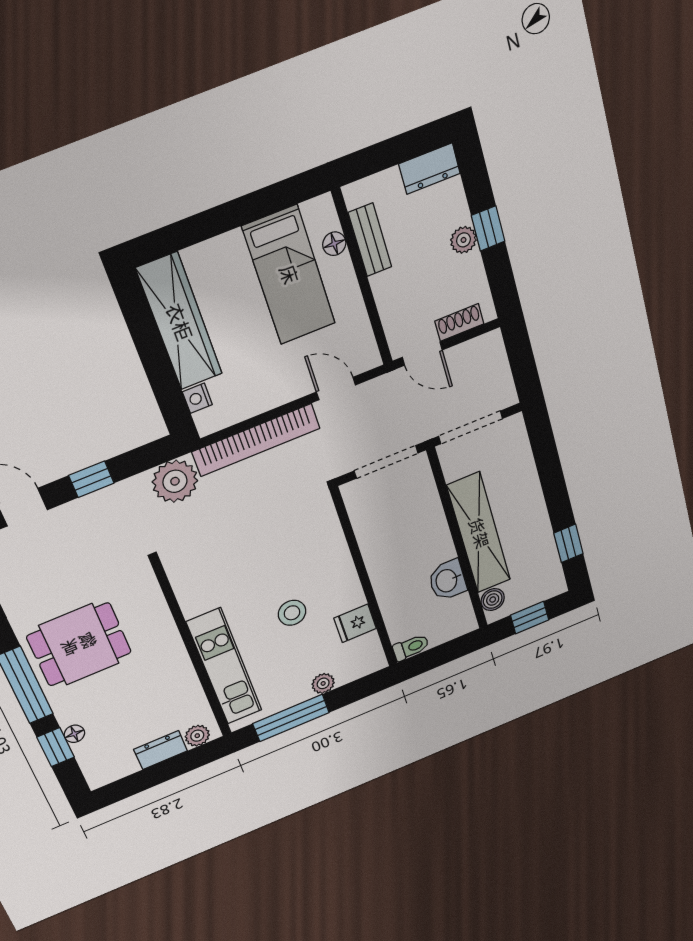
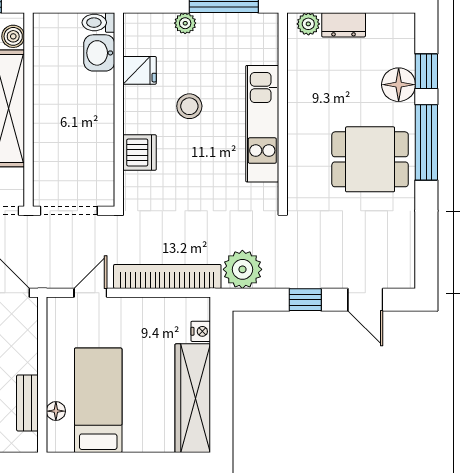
door: (336, 389) -> (90, 293), swing flipped
dishwasher: (329, 549) -> (140, 152), added
washbasin: (447, 580) -> (99, 53), moved, turned 180
kitchen unit: (224, 667) -> (262, 124), moved
floor lamp: (74, 734) -> (399, 85), width x1.89, depth x1.89

